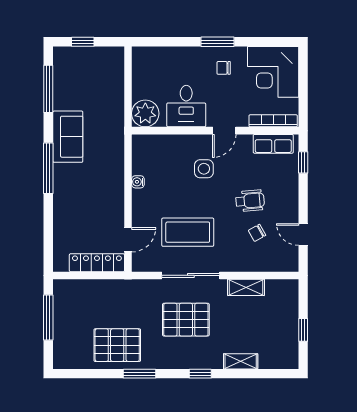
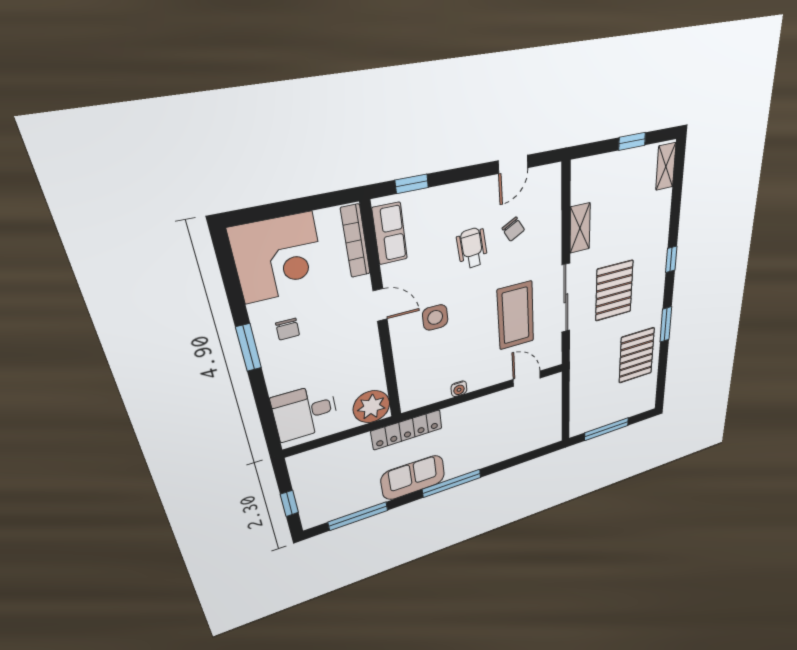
desk: (186, 106) -> (305, 412), moved, turned 180
locker: (97, 263) -> (407, 430), moved, turned -90
shelving: (241, 361) -> (666, 167), moved

